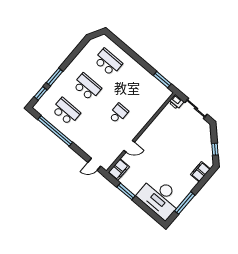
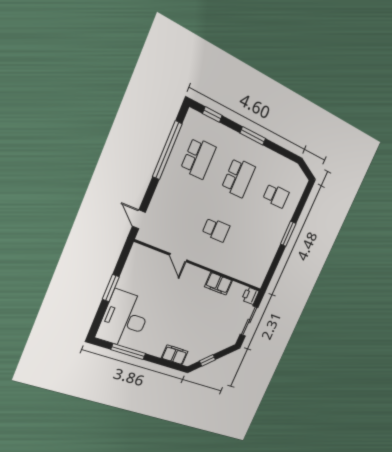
school desk: (108, 62) -> (276, 196), width x0.54
window: (55, 77) -> (253, 136), moved
window: (162, 80) -> (288, 234), moved
filing cabinet: (119, 170) -> (218, 284), moved
window: (126, 191) -> (111, 288), moved

